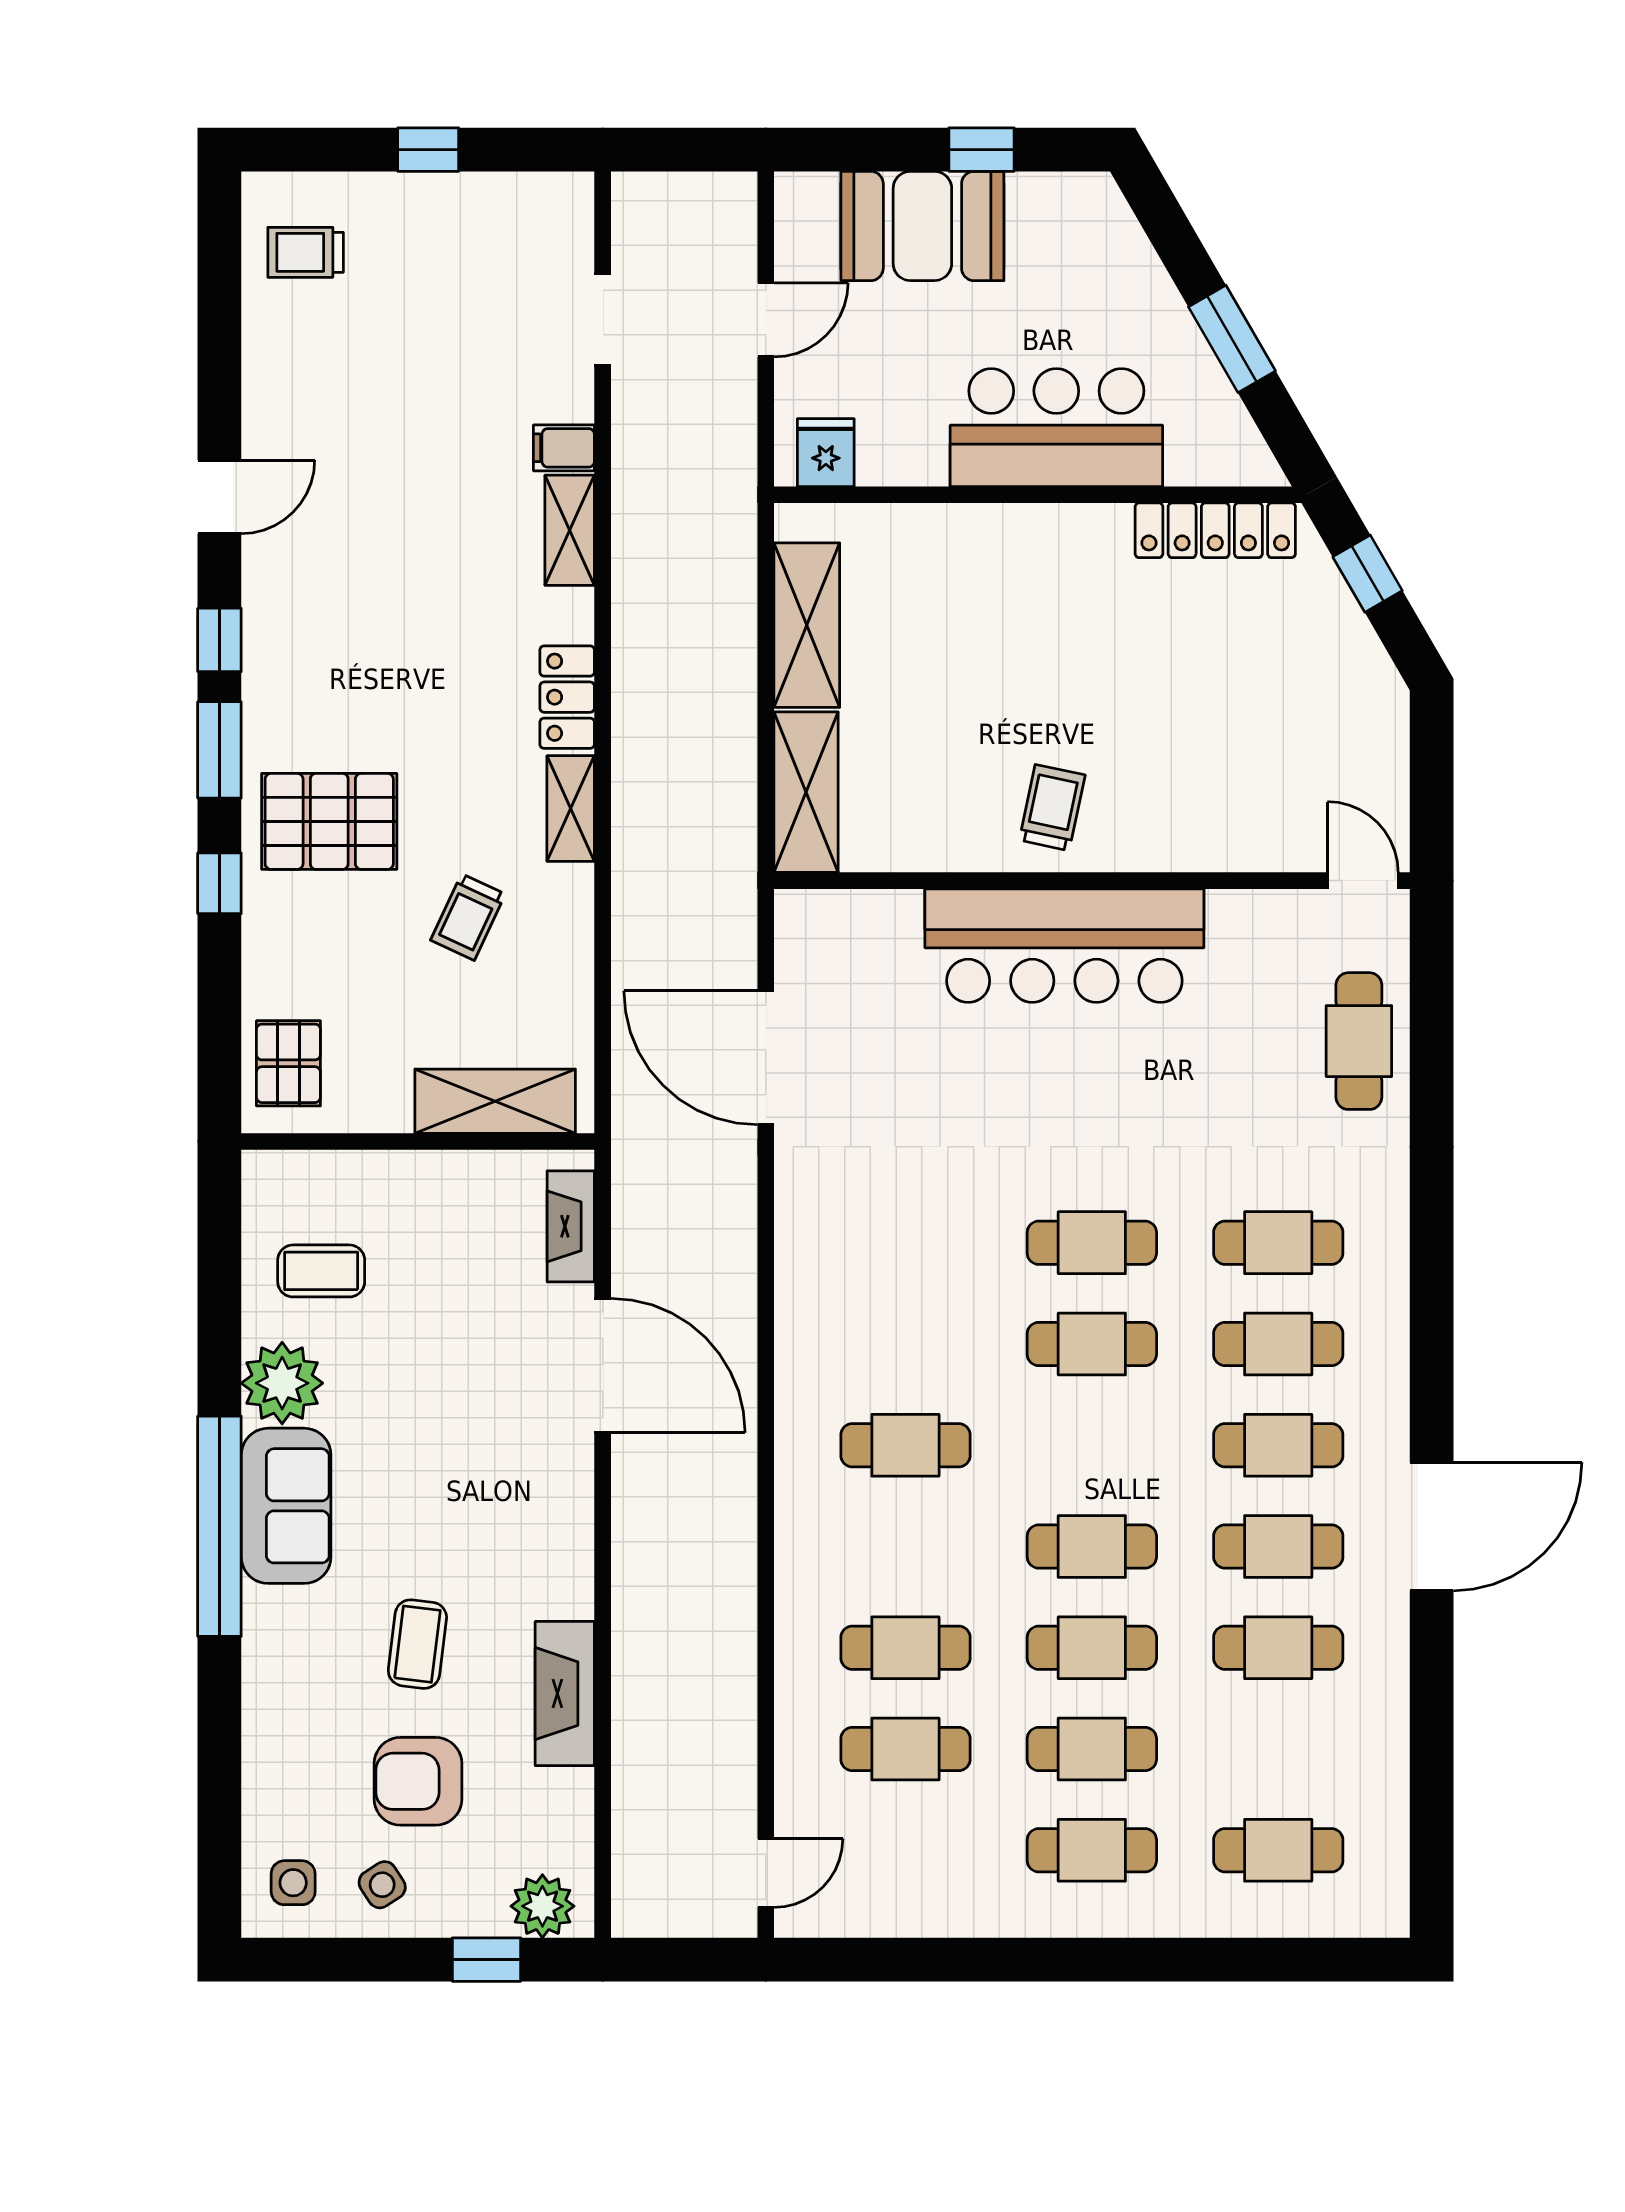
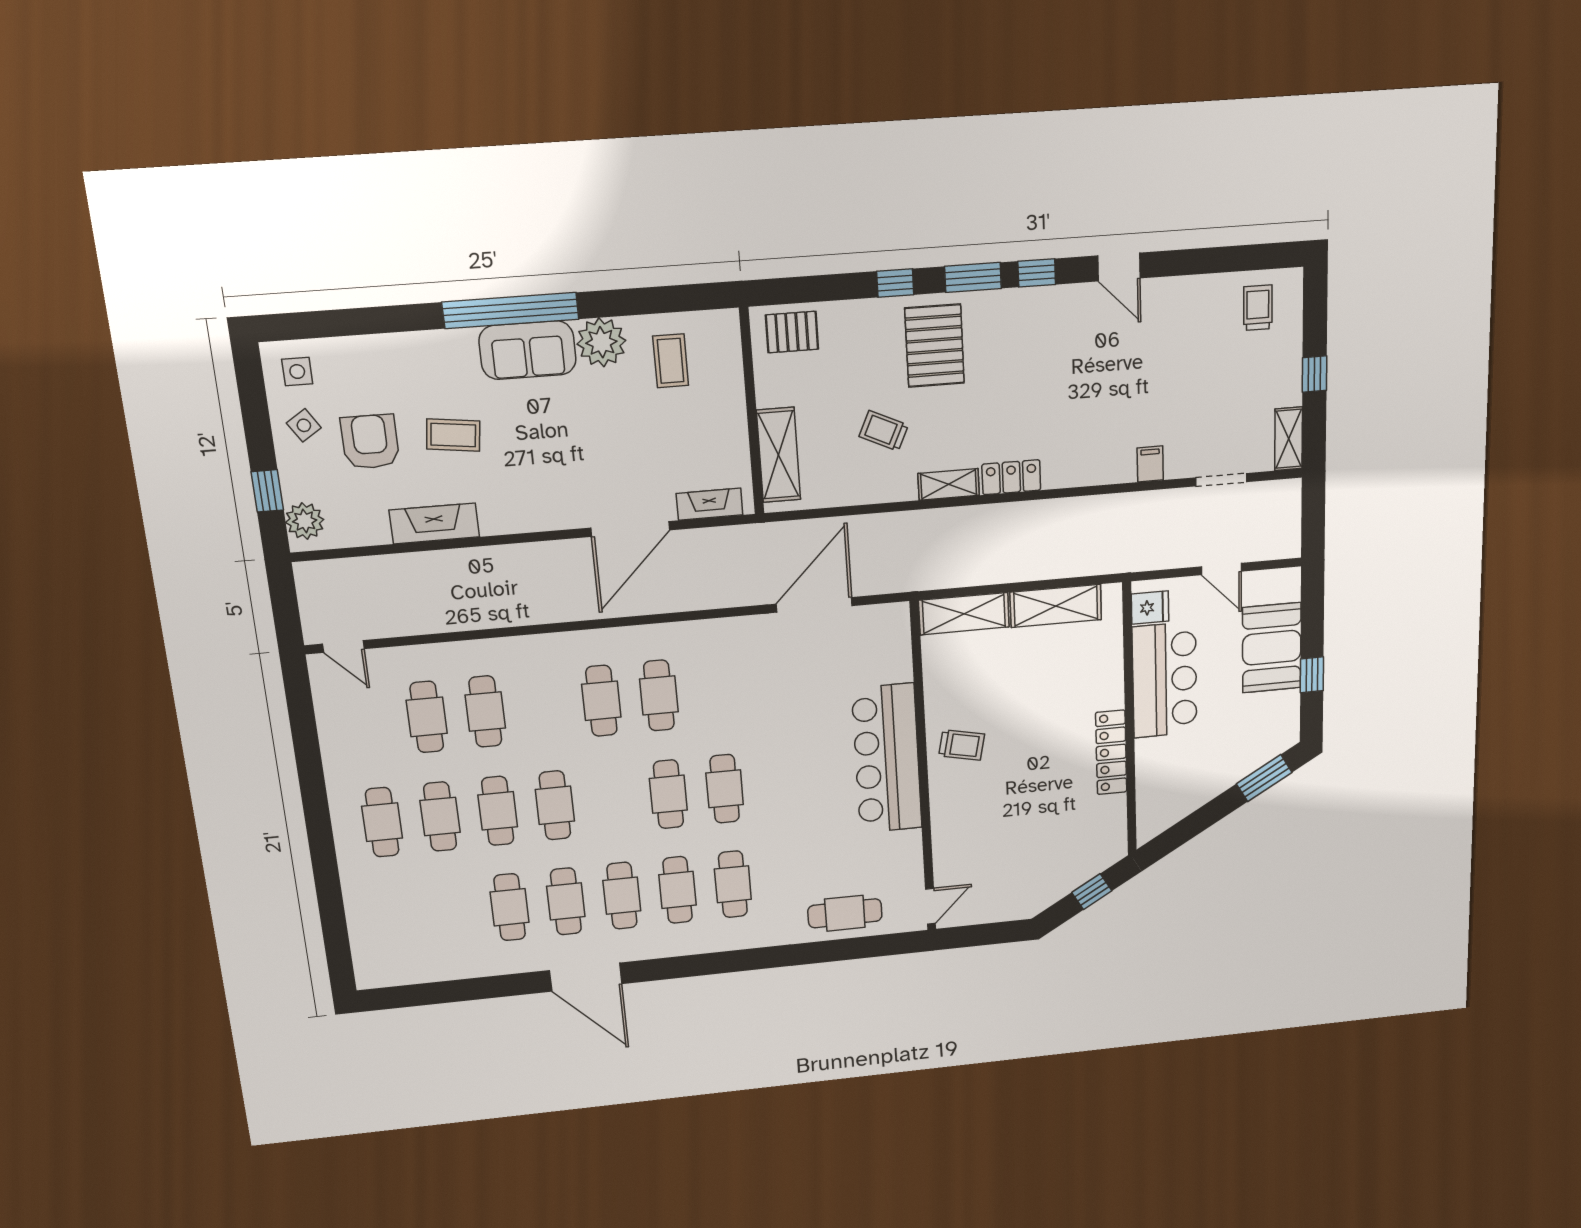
window: (1232, 339) -> (1264, 778), moved
bar counter: (1056, 428) -> (1165, 680), moved
shelving: (570, 530) -> (1289, 439), moved, turned 90
locker: (1215, 530) -> (1111, 752), moved
cafe table: (1278, 1850) -> (659, 695), moved

